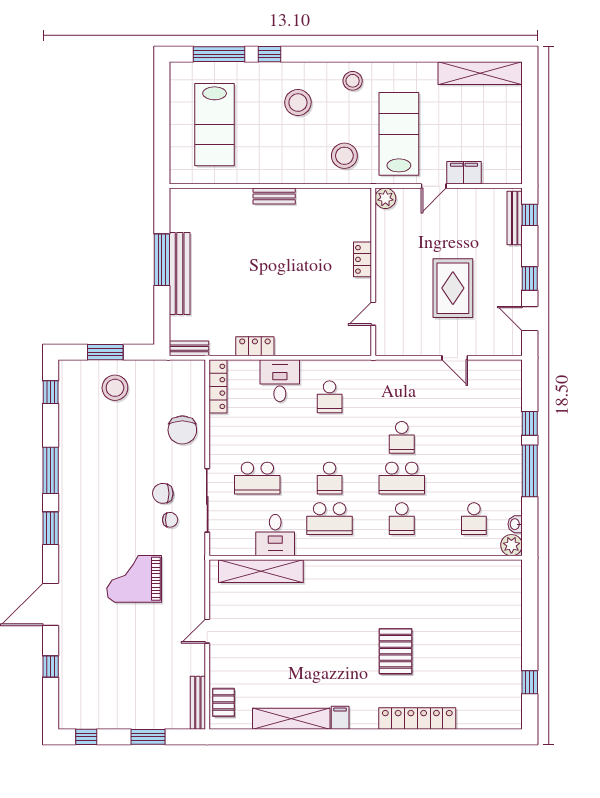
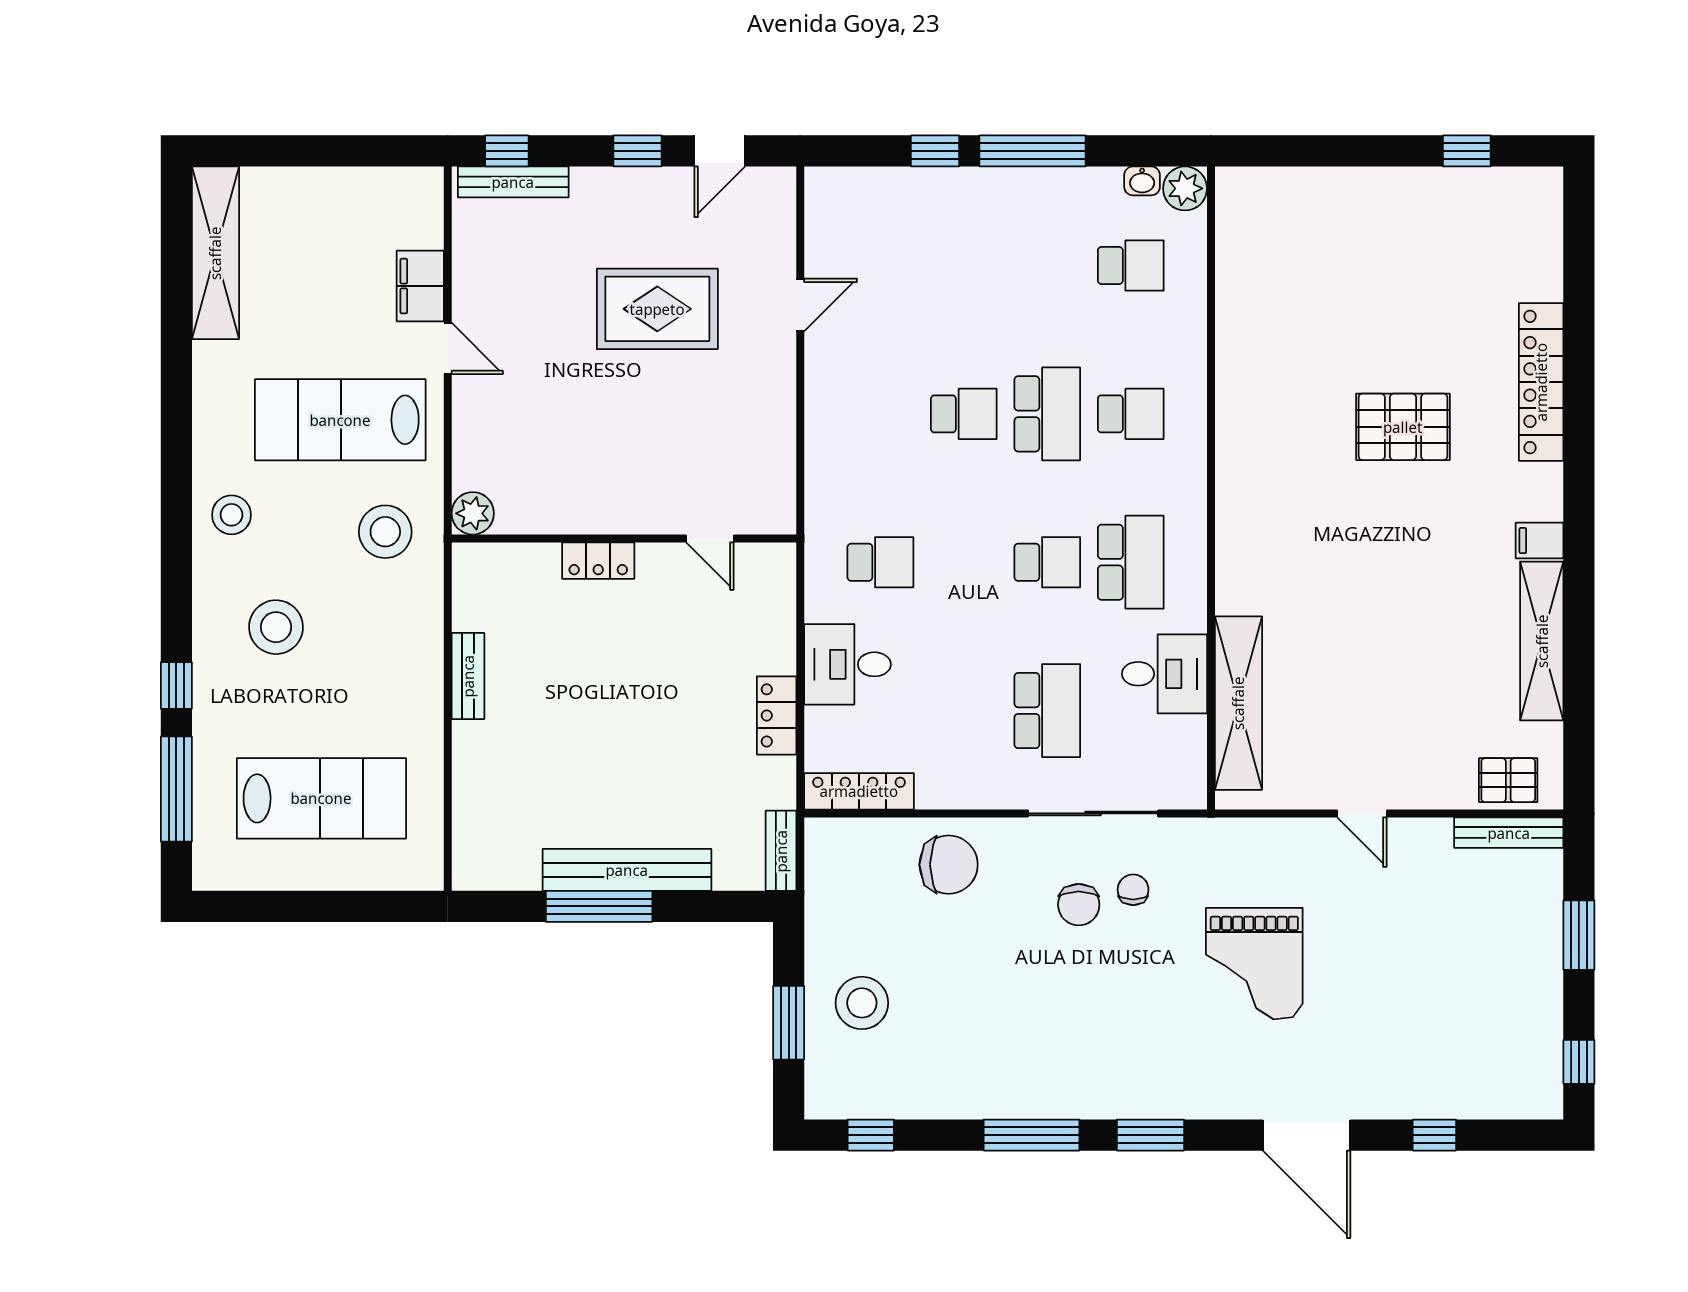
plant: (385, 198) -> (473, 513), moved
locker: (362, 259) -> (598, 561), moved
wall: (373, 272) -> (624, 538), moved
door: (373, 314) -> (710, 538), moved

